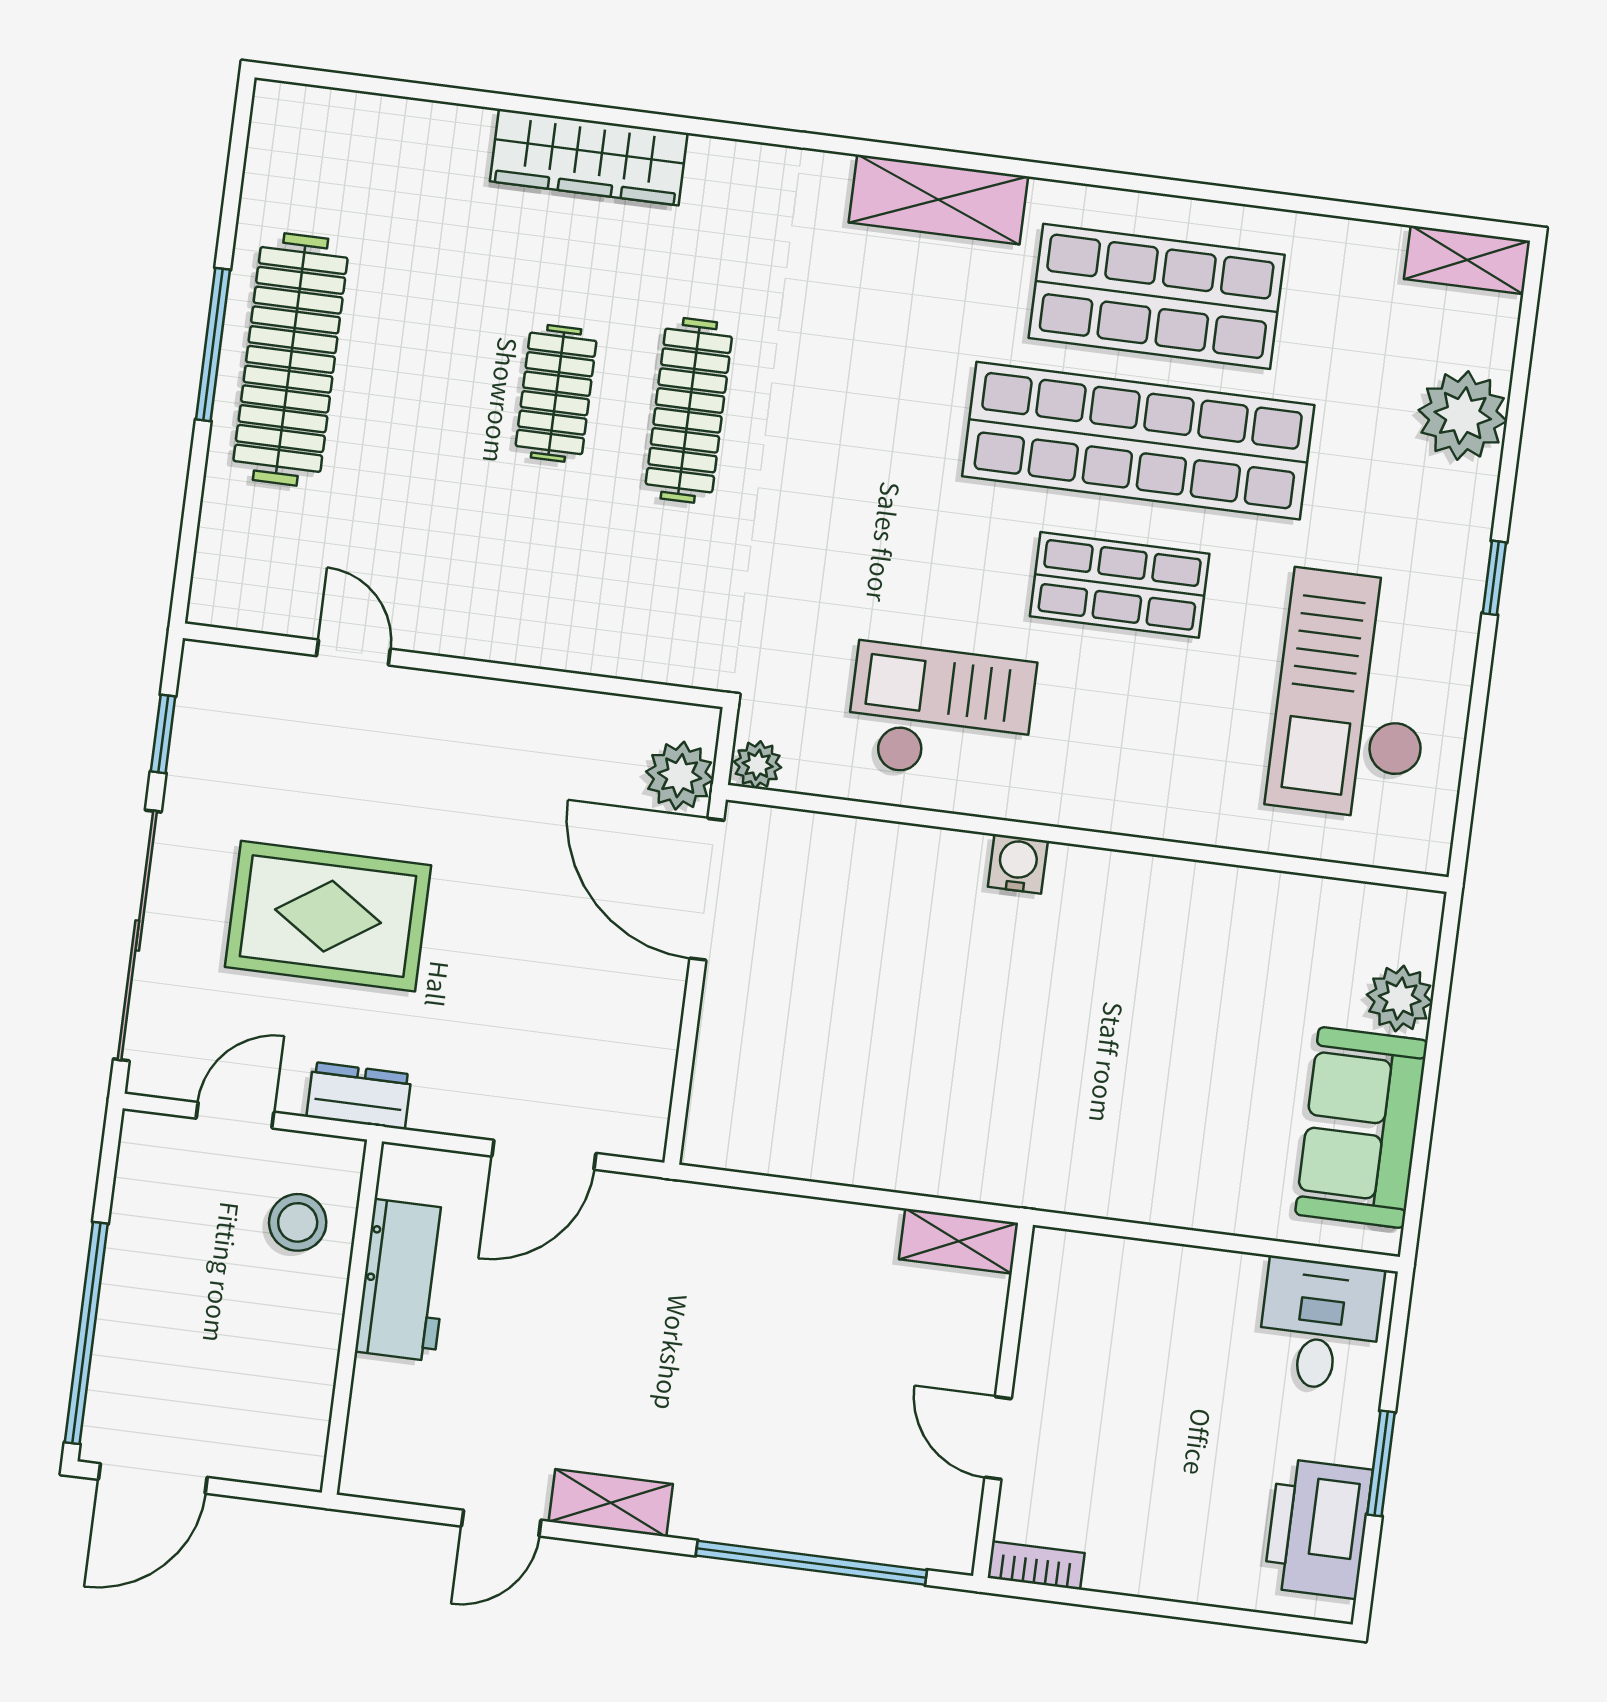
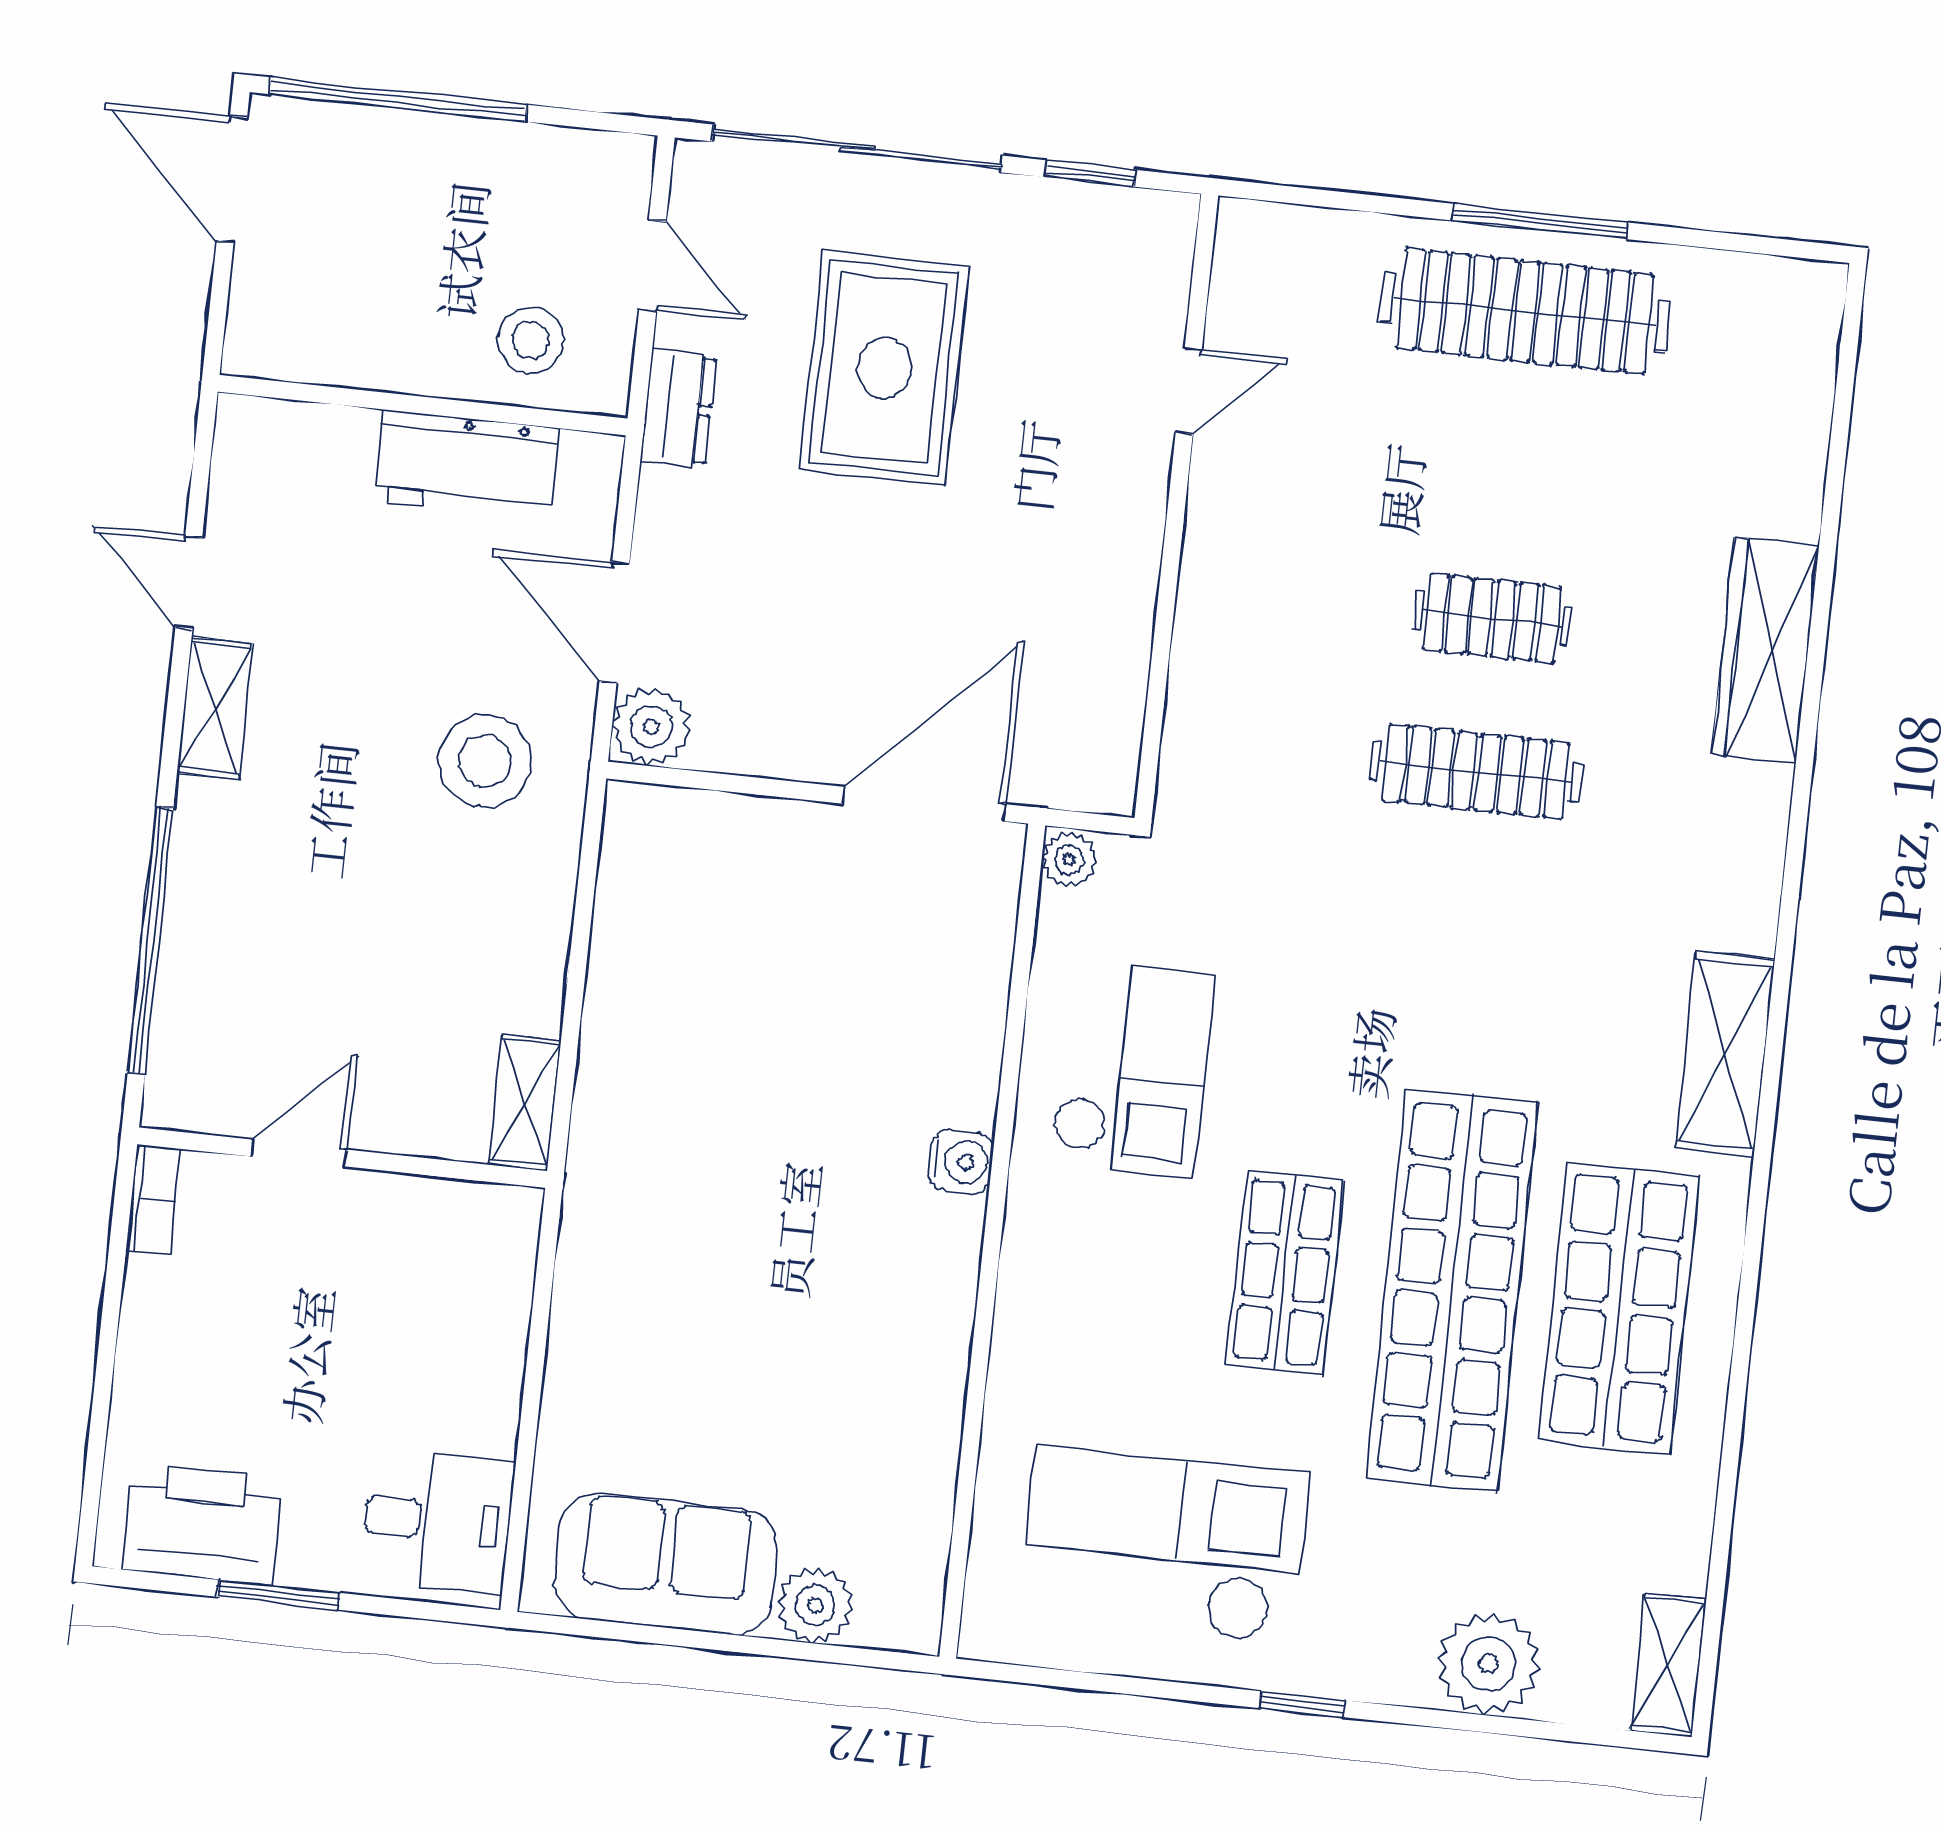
plant: (680, 776) -> (651, 727), moved
stool: (661, 1270) -> (485, 761), added

